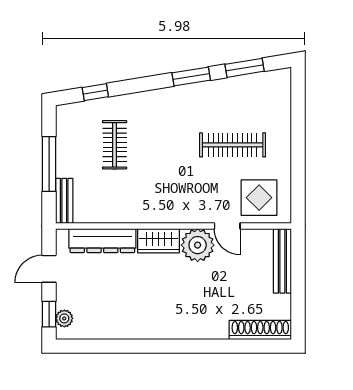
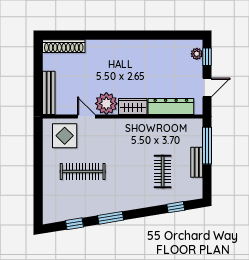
window: (245, 68) -> (75, 224), width x0.67
window: (49, 164) -> (207, 146), moved
bench: (64, 201) -> (197, 162), moved

